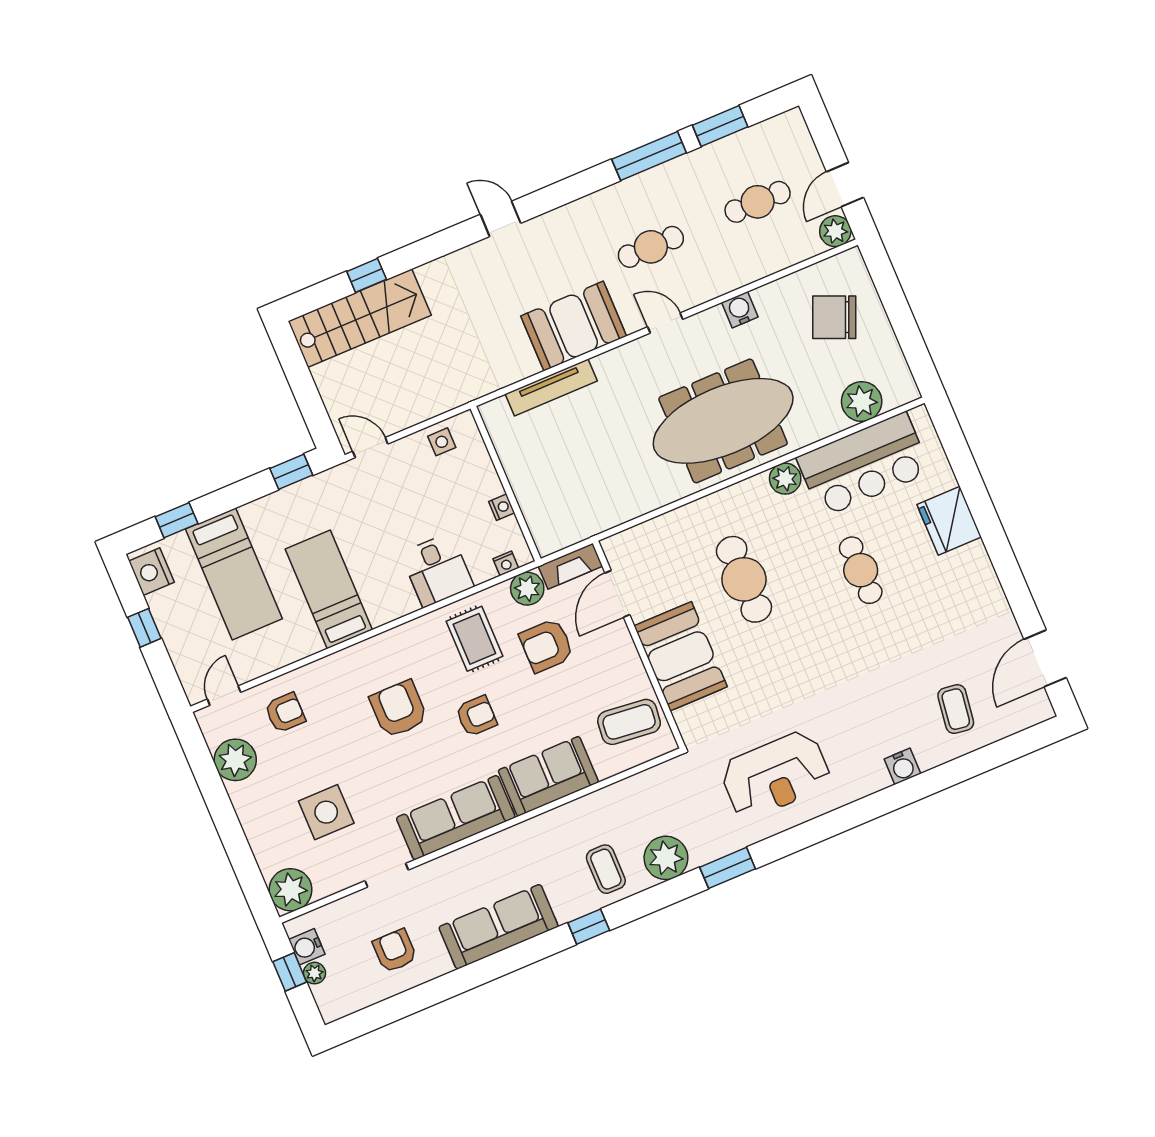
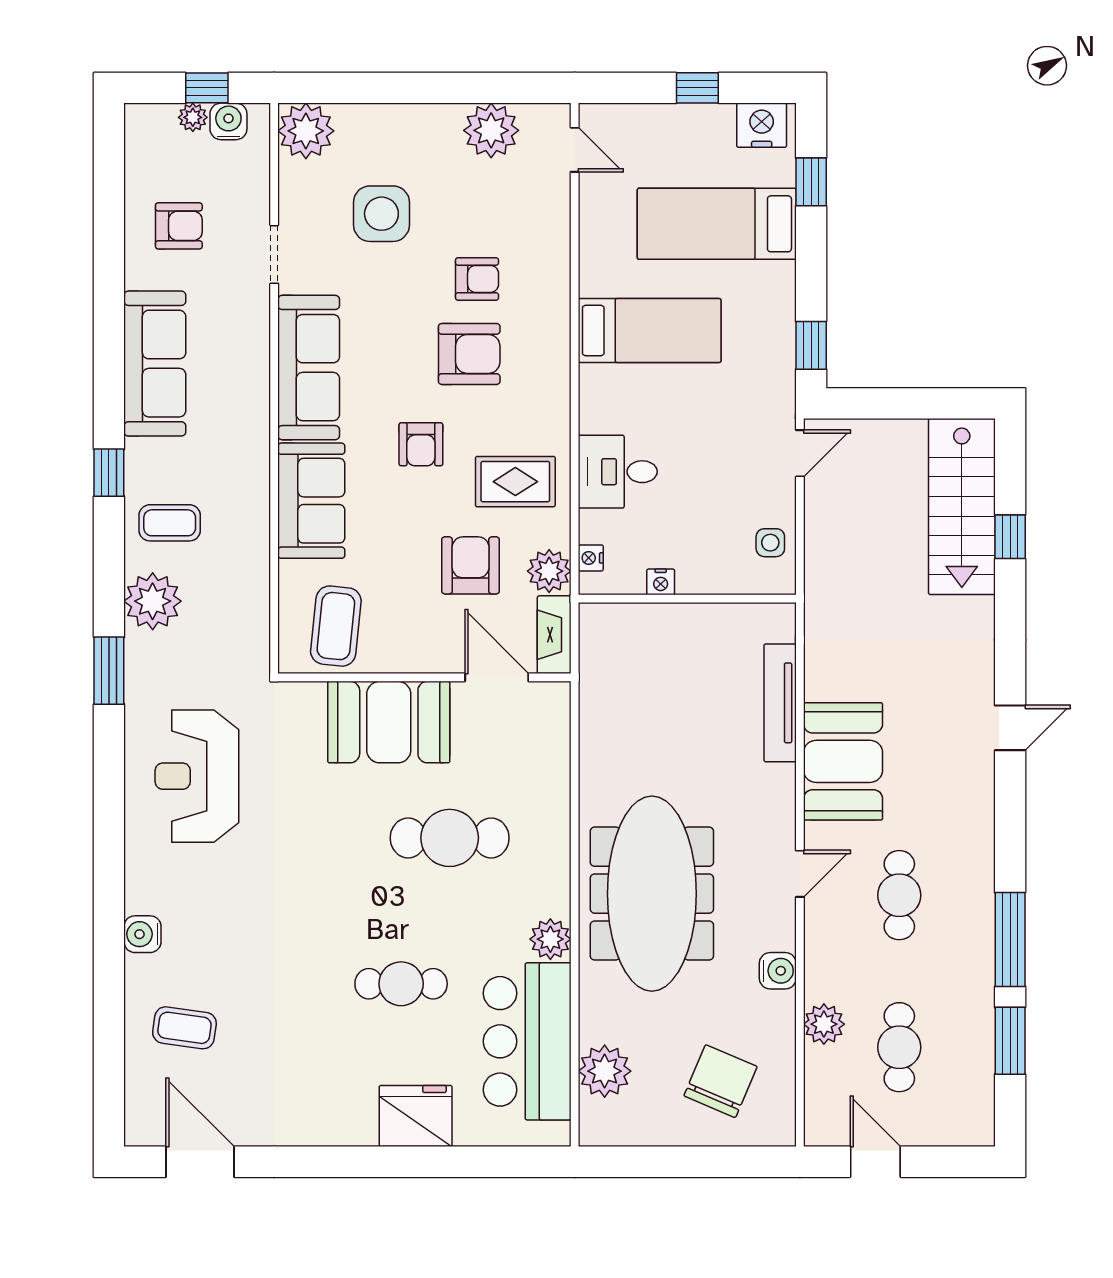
plant: (835, 231) -> (824, 1024), moved
armchair: (285, 713) -> (477, 279), moved, turned -90

